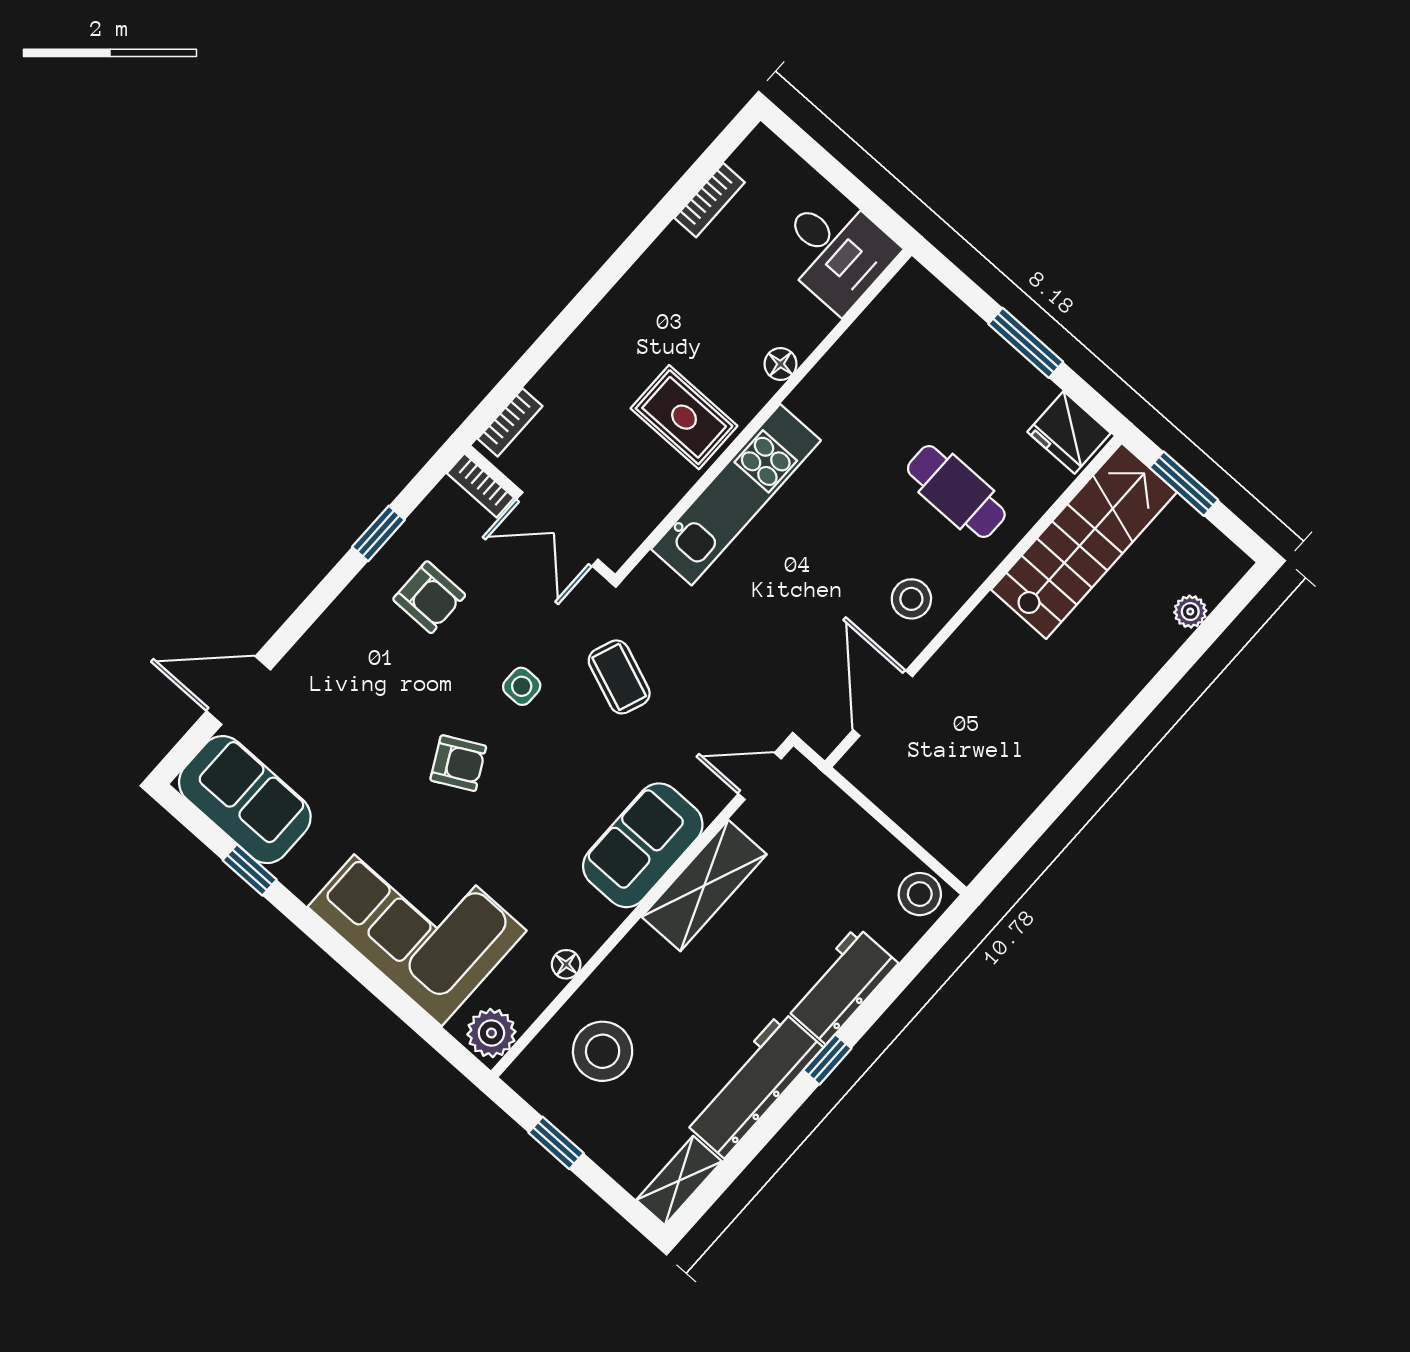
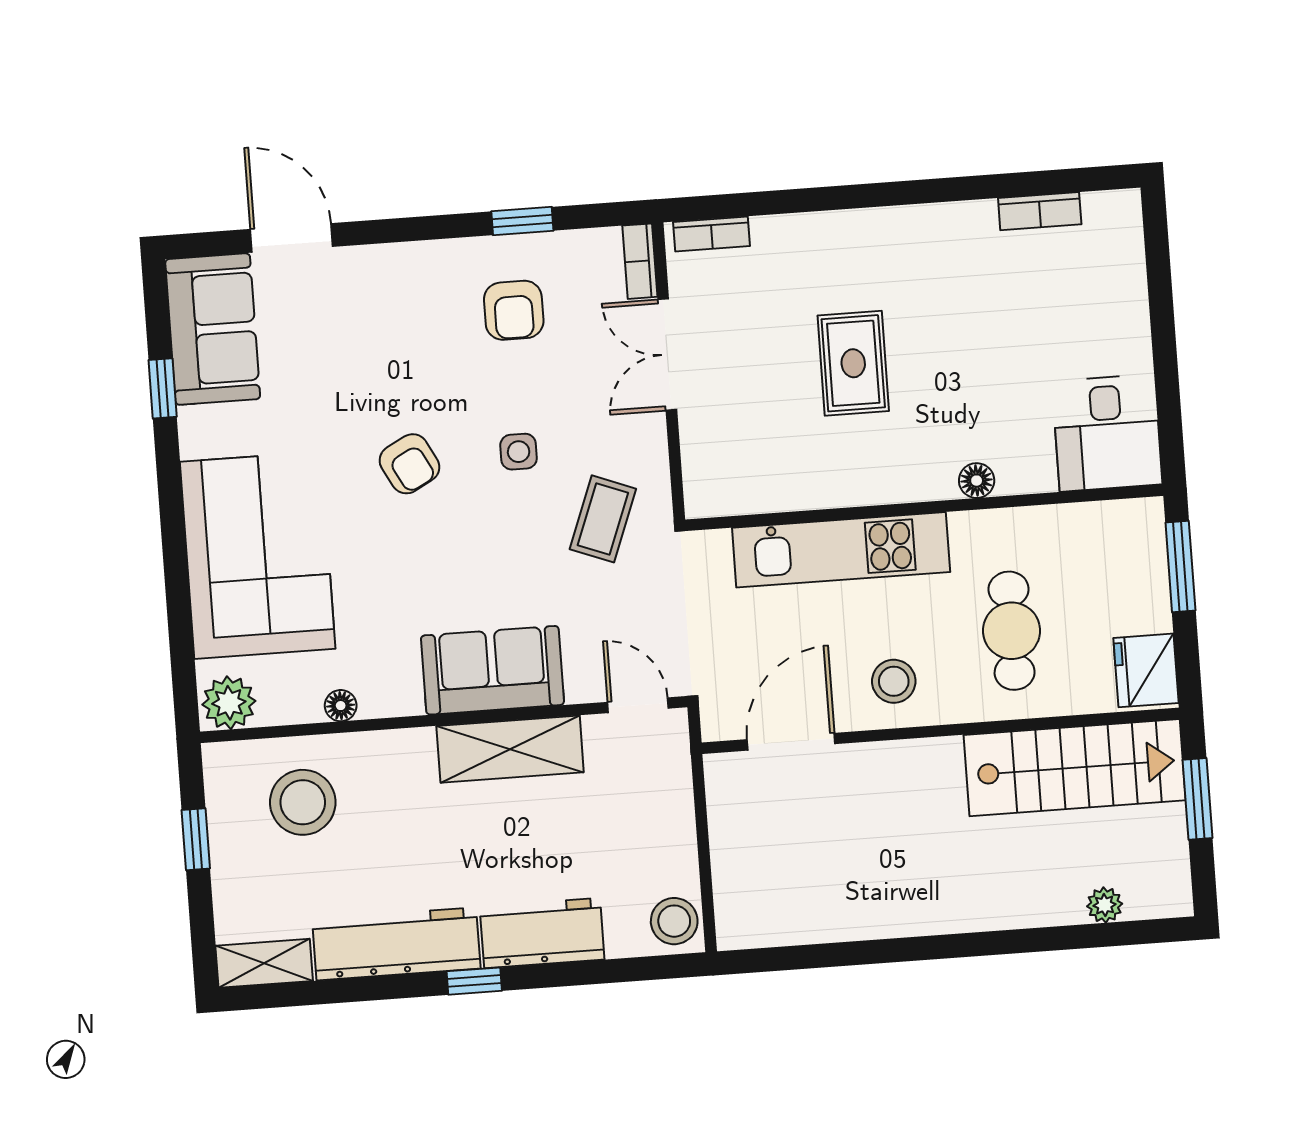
desk: (836, 250) -> (1107, 433), moved
floor lamp: (781, 364) -> (977, 481), moved
wall: (764, 415) -> (924, 508), moved
kitchen unit: (736, 495) -> (841, 550), moved

